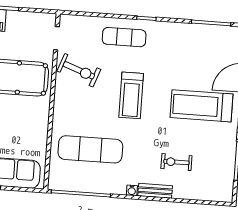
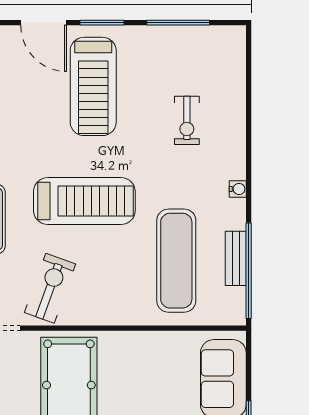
treadmill: (131, 95) -> (84, 201), width x1.37, depth x1.38
bench: (155, 191) -> (236, 258), moved

